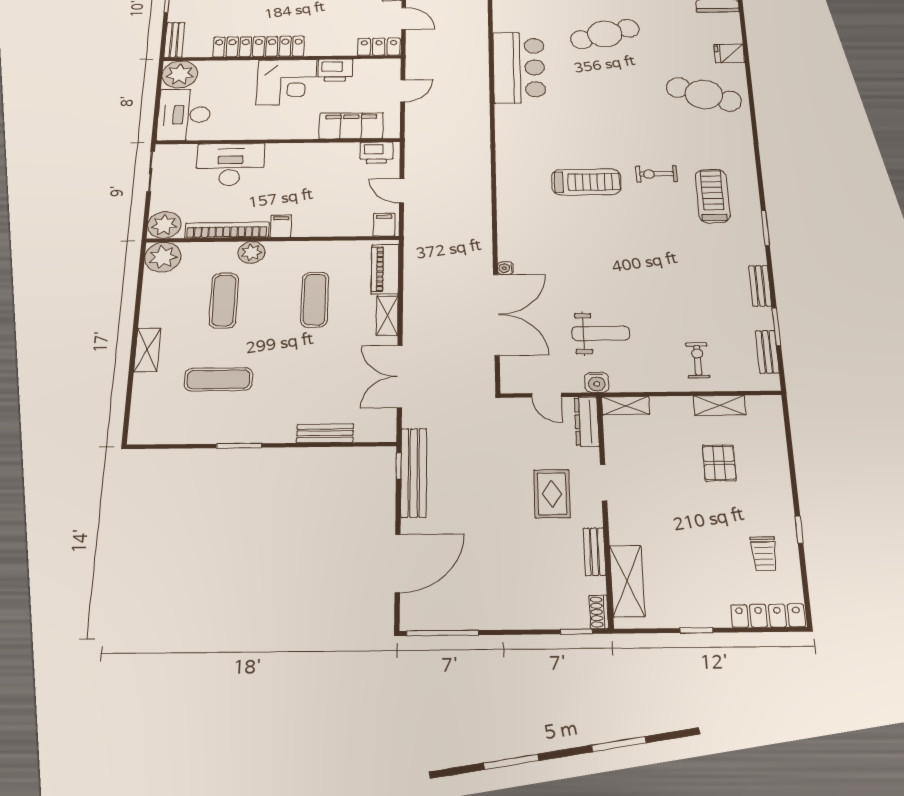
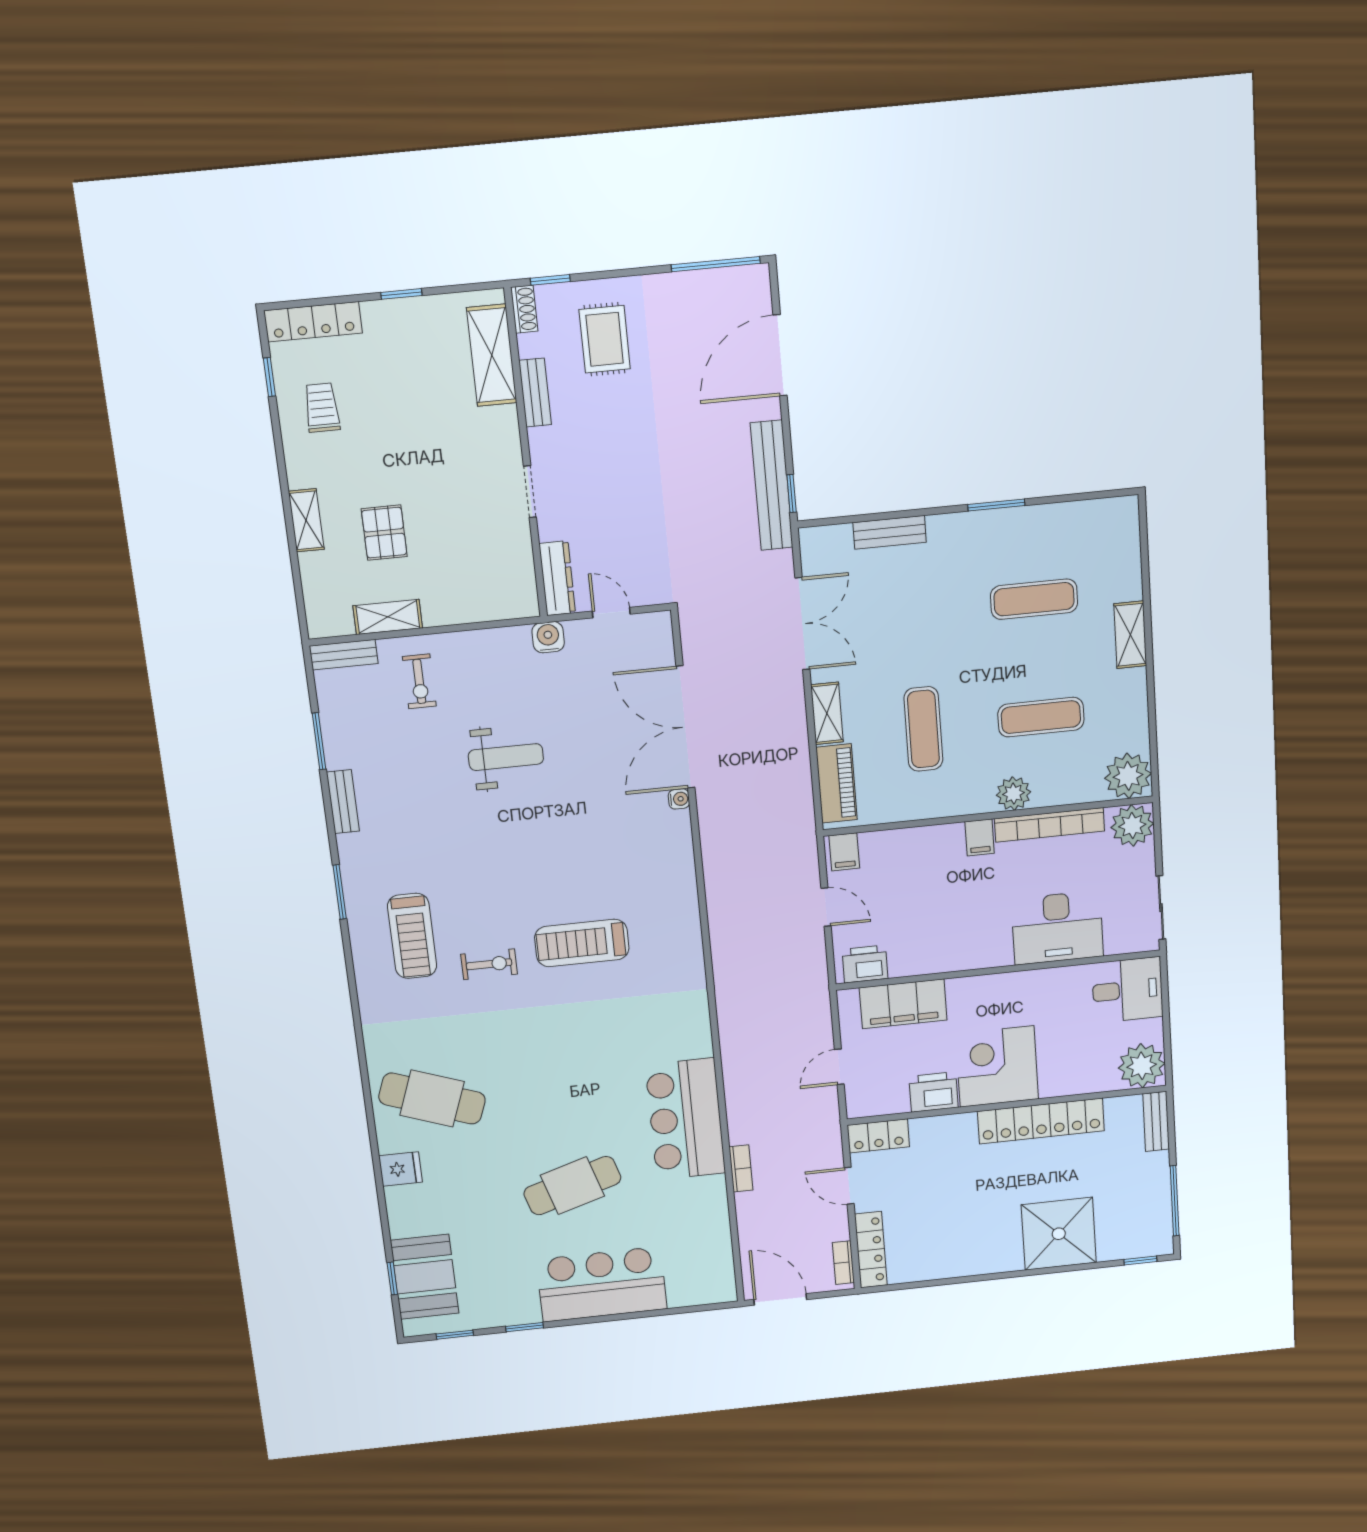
bookcase: (481, 35) -> (741, 1168), added
desk: (184, 115) -> (1127, 990), width x0.73
exercise mat: (224, 301) -> (1041, 717), turned 90
weight bench: (601, 333) -> (506, 757), moved, turned 180
bench: (767, 352) -> (344, 655), moved, turned 90
shelving: (626, 406) -> (306, 520), moved, turned 90
rug: (552, 494) -> (605, 339), moved
window: (799, 530) -> (269, 377), moved

